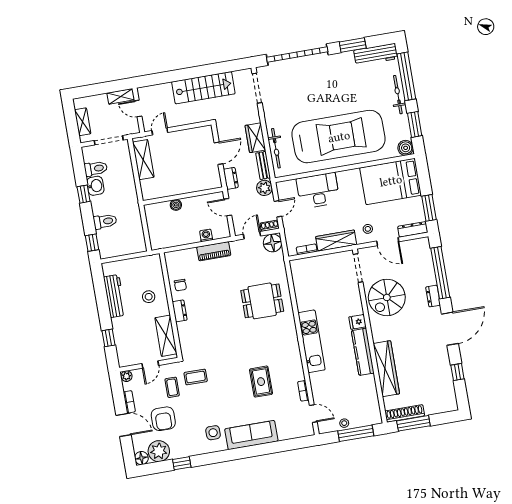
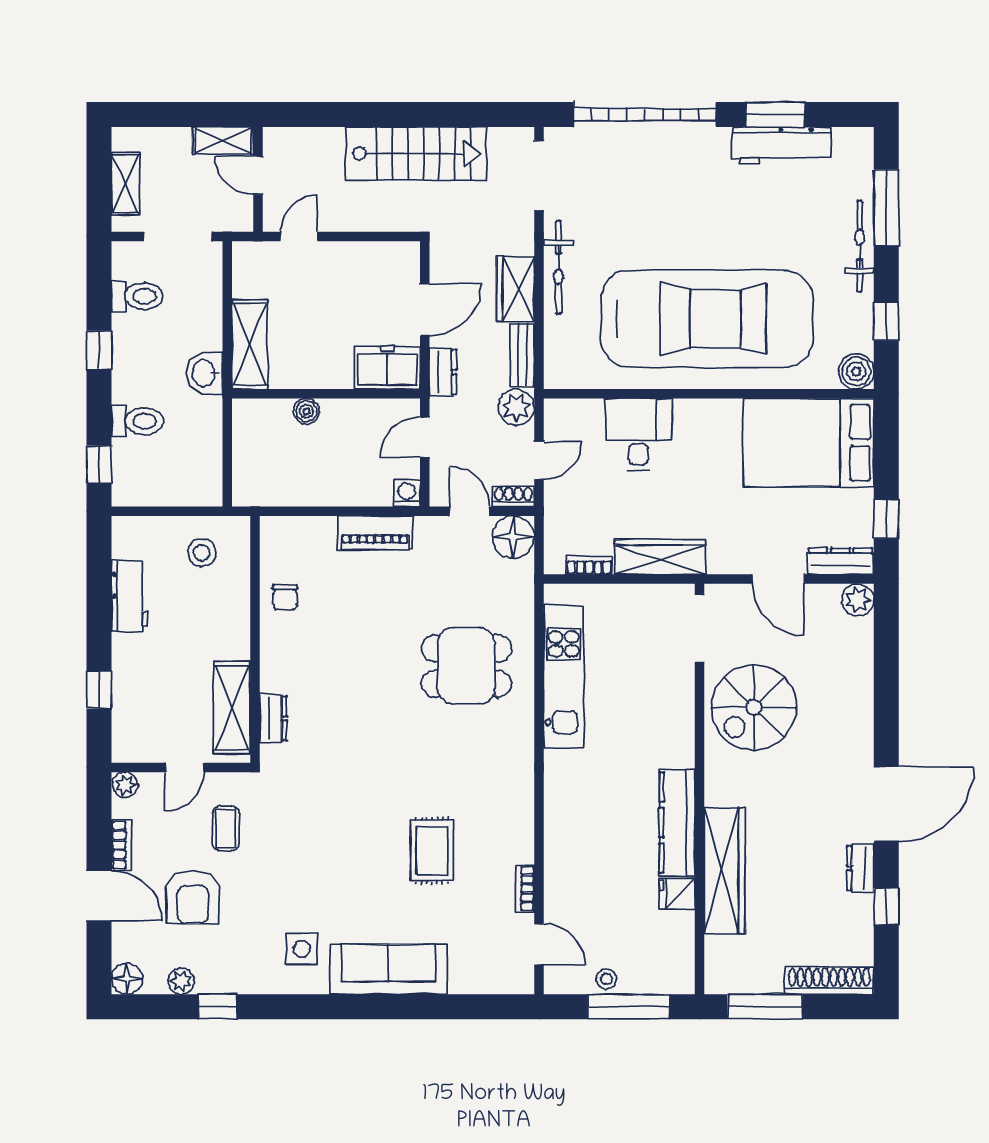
workbench: (376, 54) -> (781, 145), moved
window: (406, 76) -> (886, 208), width x0.68
window: (415, 124) -> (886, 321), width x0.67
bicycle: (276, 148) -> (558, 267), moved
shelving: (143, 160) -> (250, 344), moved
freezer: (207, 181) -> (387, 368), added
washbasin: (95, 186) -> (205, 373), moved, turned 180
desk: (318, 190) -> (639, 435), width x0.73
door: (228, 207) -> (425, 437), hinge flipped
window: (429, 208) -> (886, 519), width x0.67
stool: (368, 229) -> (737, 543), removed
washing machine: (206, 235) -> (407, 493), moved
door: (252, 235) -> (469, 511), hinge flipped
plant: (423, 244) -> (858, 600), added
window: (440, 273) -> (886, 672), removed
workbench: (115, 296) -> (130, 596), width x0.73
dresser: (433, 296) -> (860, 868), moved
stool: (149, 297) -> (202, 553), moved
dresser: (180, 311) -> (273, 718), moved
fridge: (358, 322) -> (677, 894), moved
kitchen unit: (312, 341) -> (564, 677), moved
coffee table: (196, 377) -> (284, 814), removed
shoe rack: (405, 413) -> (829, 981), moved
plant: (159, 451) -> (181, 981), width x0.53, depth x0.53

